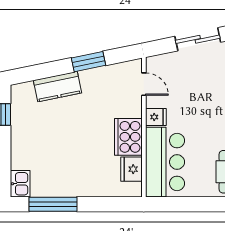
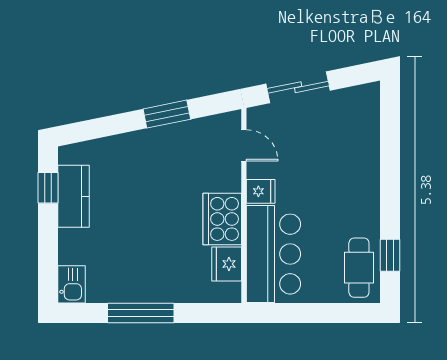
sliding door: (198, 39) -> (298, 87), moved
kitchen counter: (57, 87) -> (74, 196), moved, turned -78
window: (53, 204) -> (141, 313), moved

